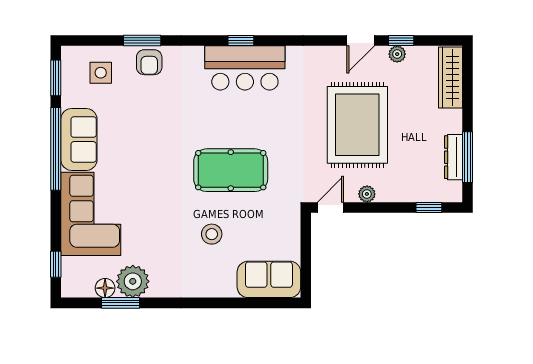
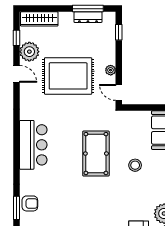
window: (241, 40) -> (16, 147), removed
window: (401, 40) -> (16, 38), moved
plant: (397, 54) -> (29, 52), width x1.88, depth x1.88

